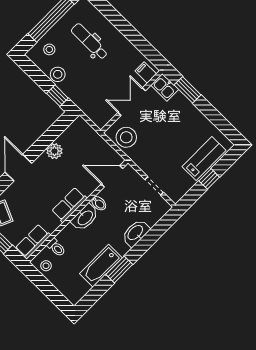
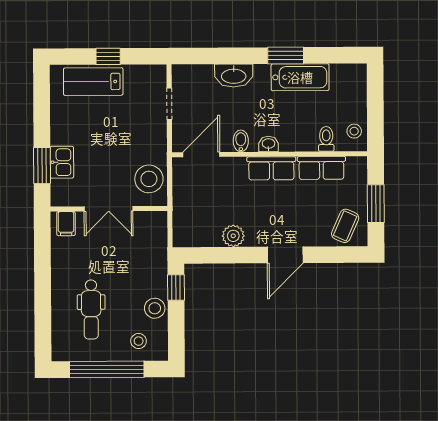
kitchen sink: (165, 87) -> (62, 162), moved
door: (112, 176) -> (201, 155), swing flipped
washbasin: (85, 218) -> (268, 144), width x0.52, depth x0.69
row of seats: (33, 242) -> (321, 168), moved

